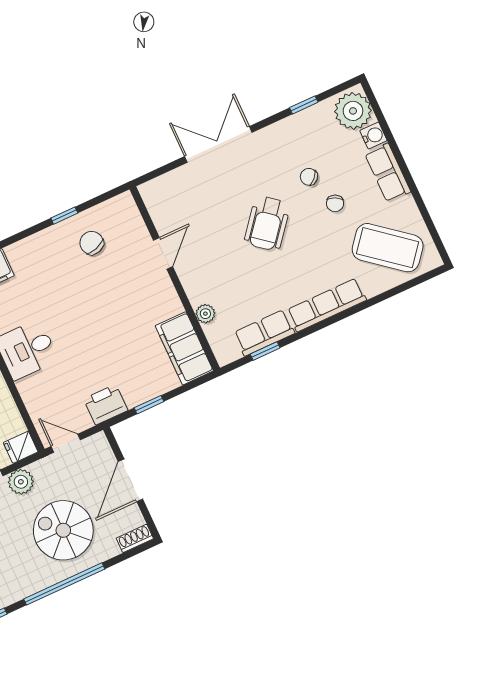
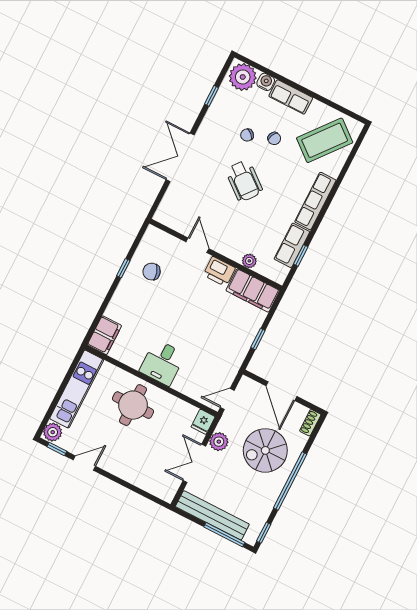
printer: (106, 405) -> (219, 271), moved, turned -90

